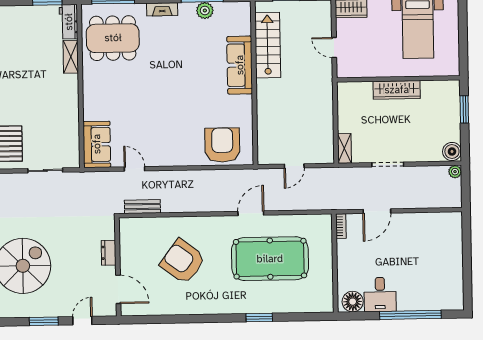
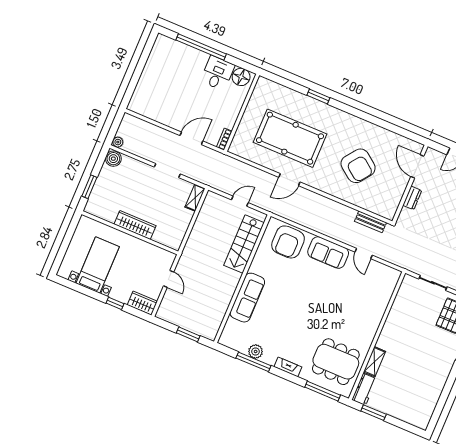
stairs: (268, 45) -> (244, 244), moved
sofa: (97, 144) -> (328, 253), moved, turned -90

